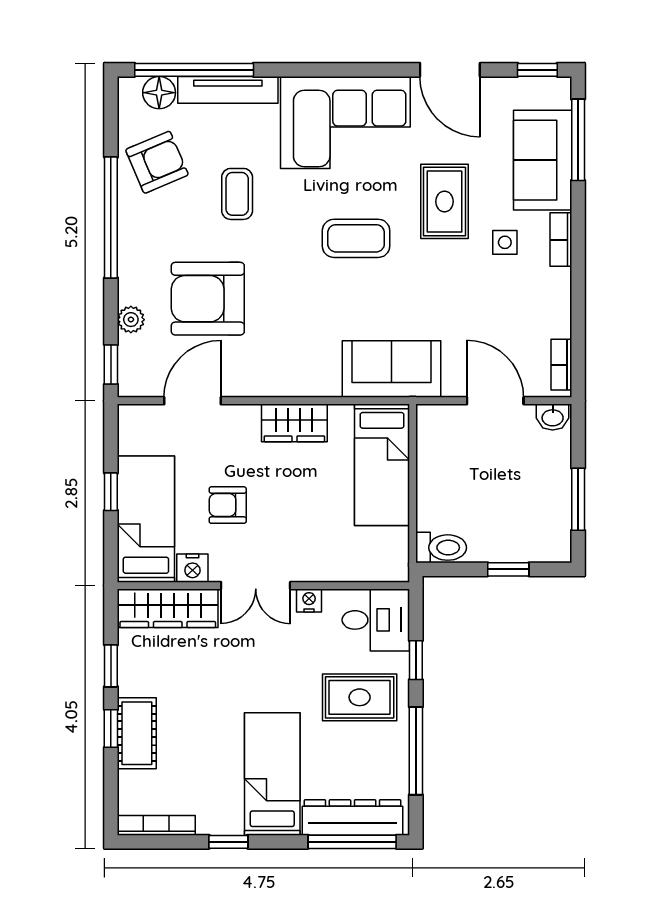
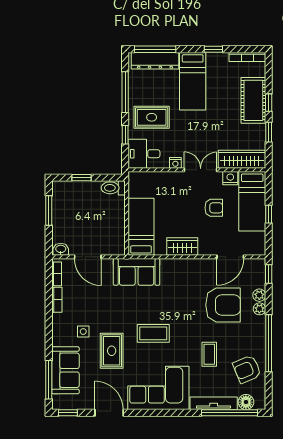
bookcase: (561, 240) -> (57, 300), moved
plant: (130, 291) -> (259, 309), added
cot: (137, 733) -> (253, 100), width x1.37, depth x1.34

